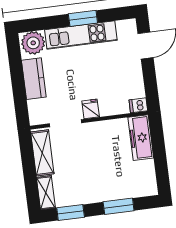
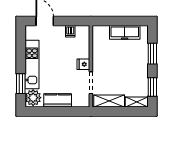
window: (83, 18) -> (21, 84), moved
dishwasher: (138, 105) -> (70, 31), moved
freezer: (141, 138) -> (125, 32), moved

